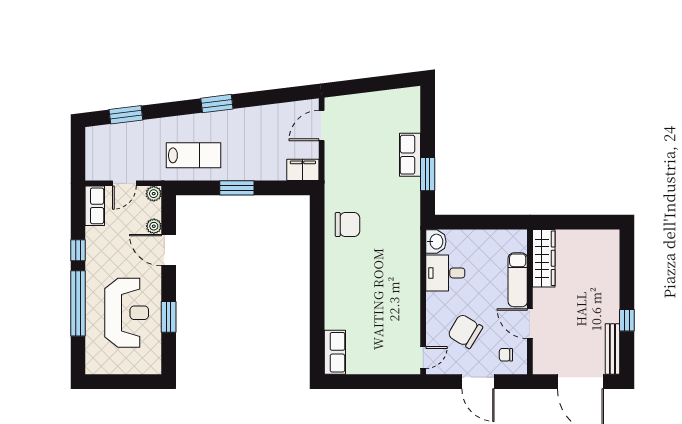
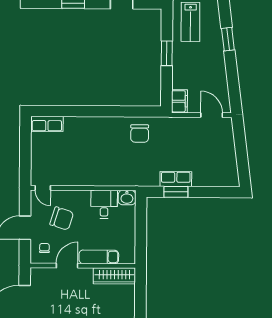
row of seats: (410, 155) -> (176, 179), moved
chair: (465, 331) -> (62, 219), turned 77

